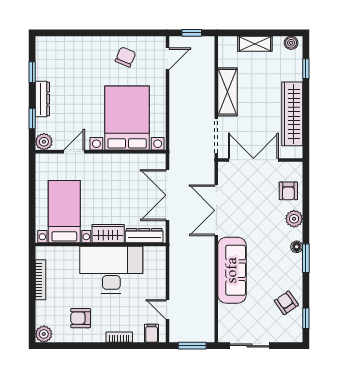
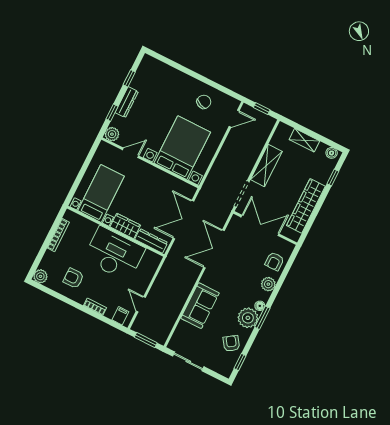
plant: (290, 266) -> (248, 318), added
sofa: (232, 270) -> (200, 306), width x0.73

